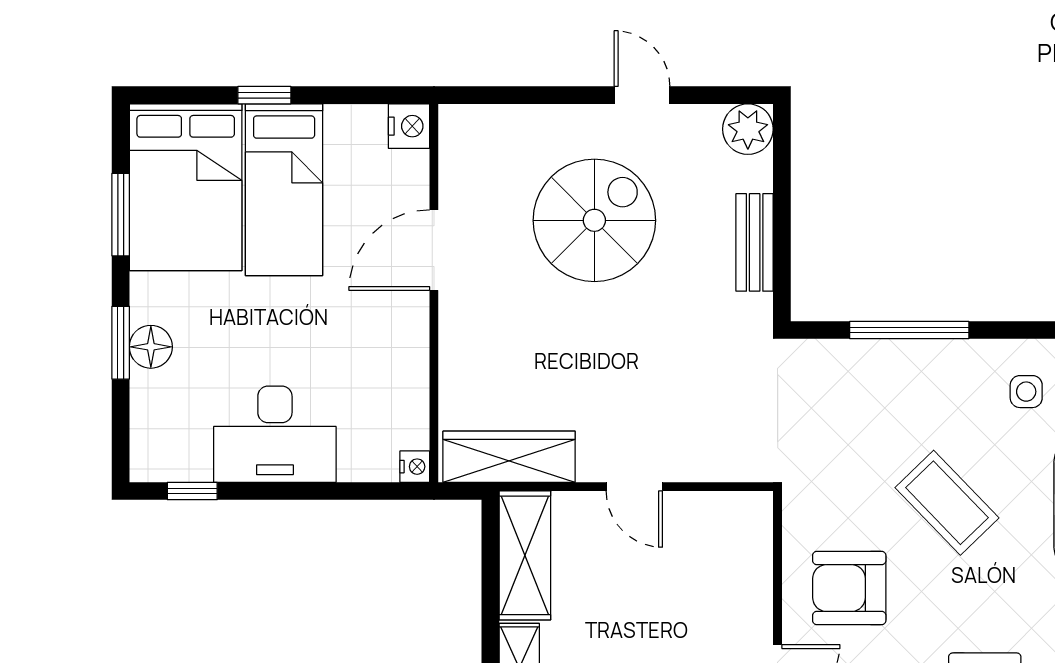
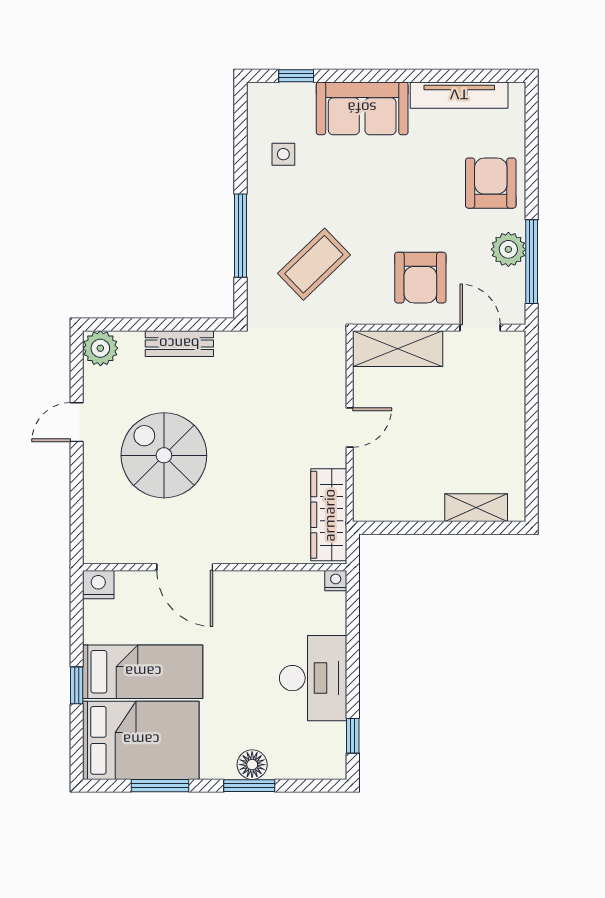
coffee table: (947, 503) -> (314, 264), moved
shelving: (525, 555) -> (398, 349), moved

